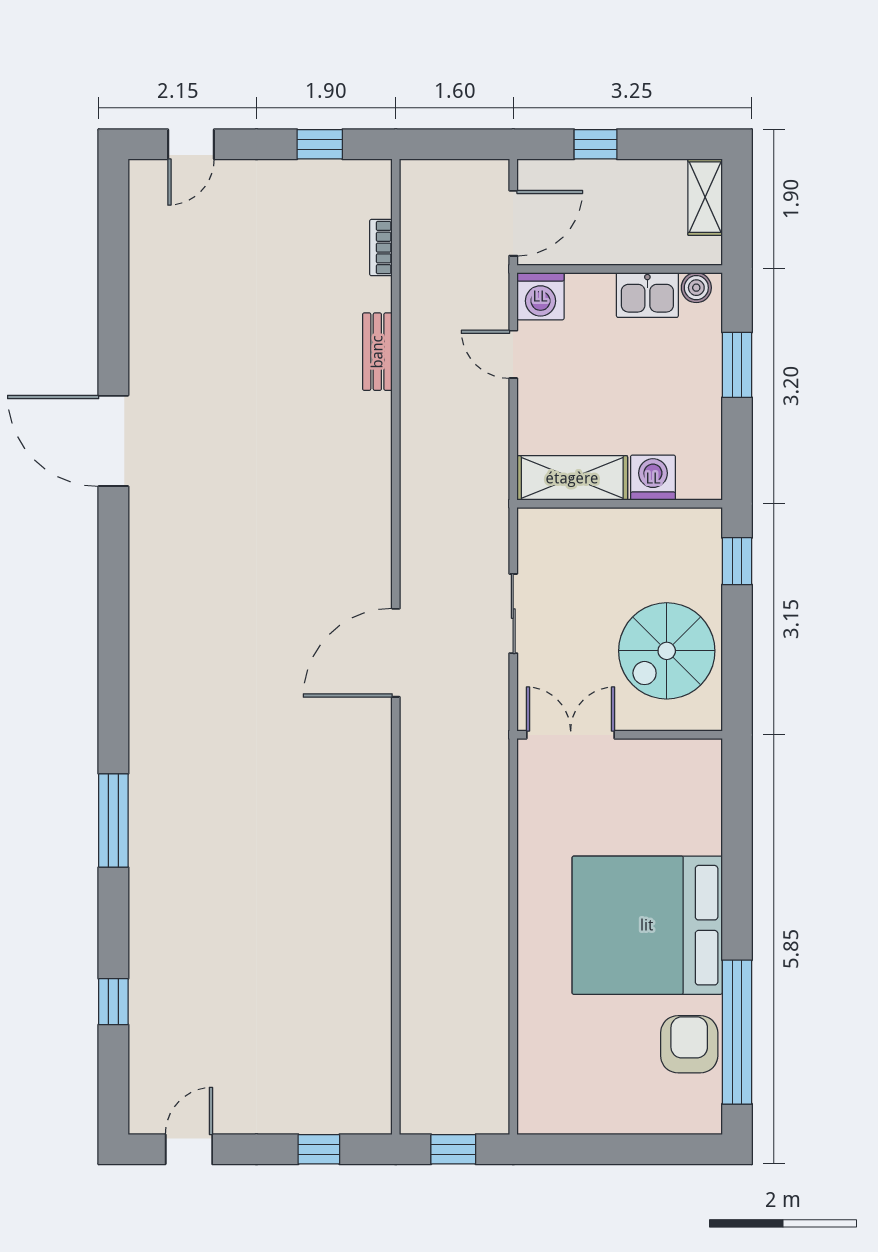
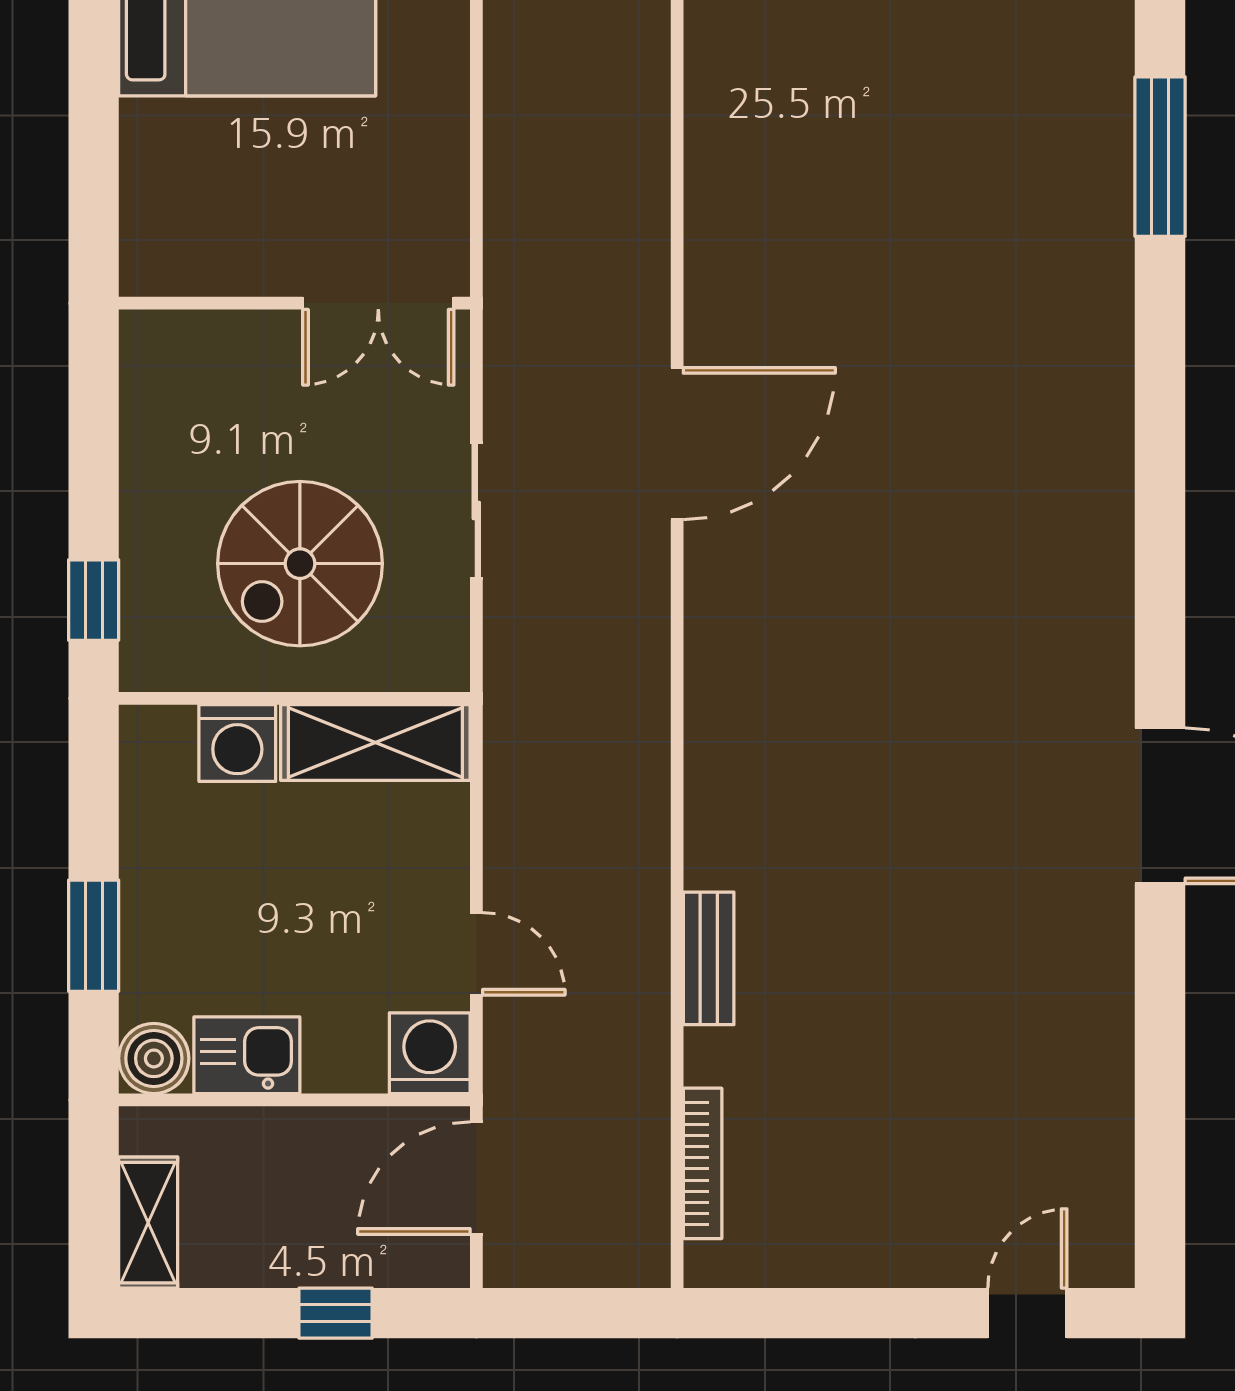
window: (320, 144) -> (807, 1313), removed
bookcase: (381, 248) -> (703, 1163), width x1.56
boiler: (696, 288) -> (154, 1058), width x1.36, depth x1.36
spiral stairs: (667, 651) -> (300, 564), moved, turned 180

